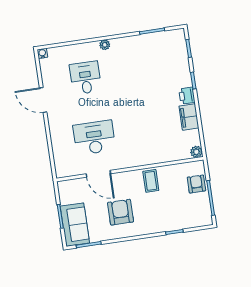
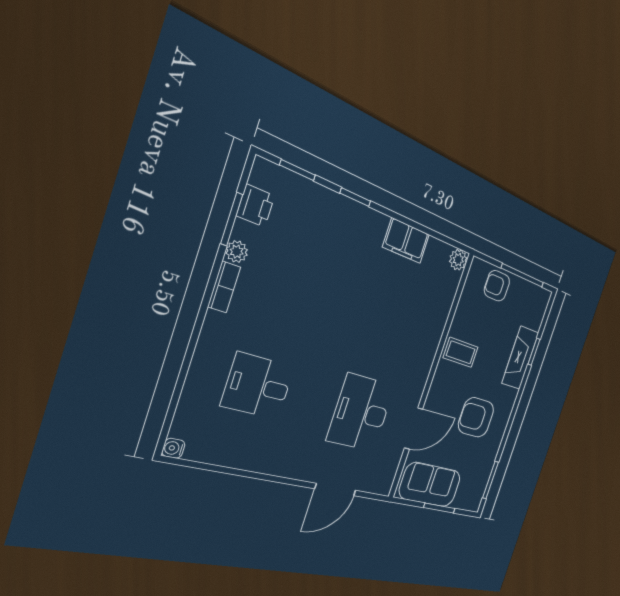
bookcase: (122, 42) -> (224, 287), added
plant: (105, 45) -> (237, 252), moved
printer: (187, 96) -> (256, 206), moved, turned -90
door: (43, 100) -> (335, 490), moved
fireplace: (166, 224) -> (520, 358), added
sofa: (75, 225) -> (430, 485), moved

